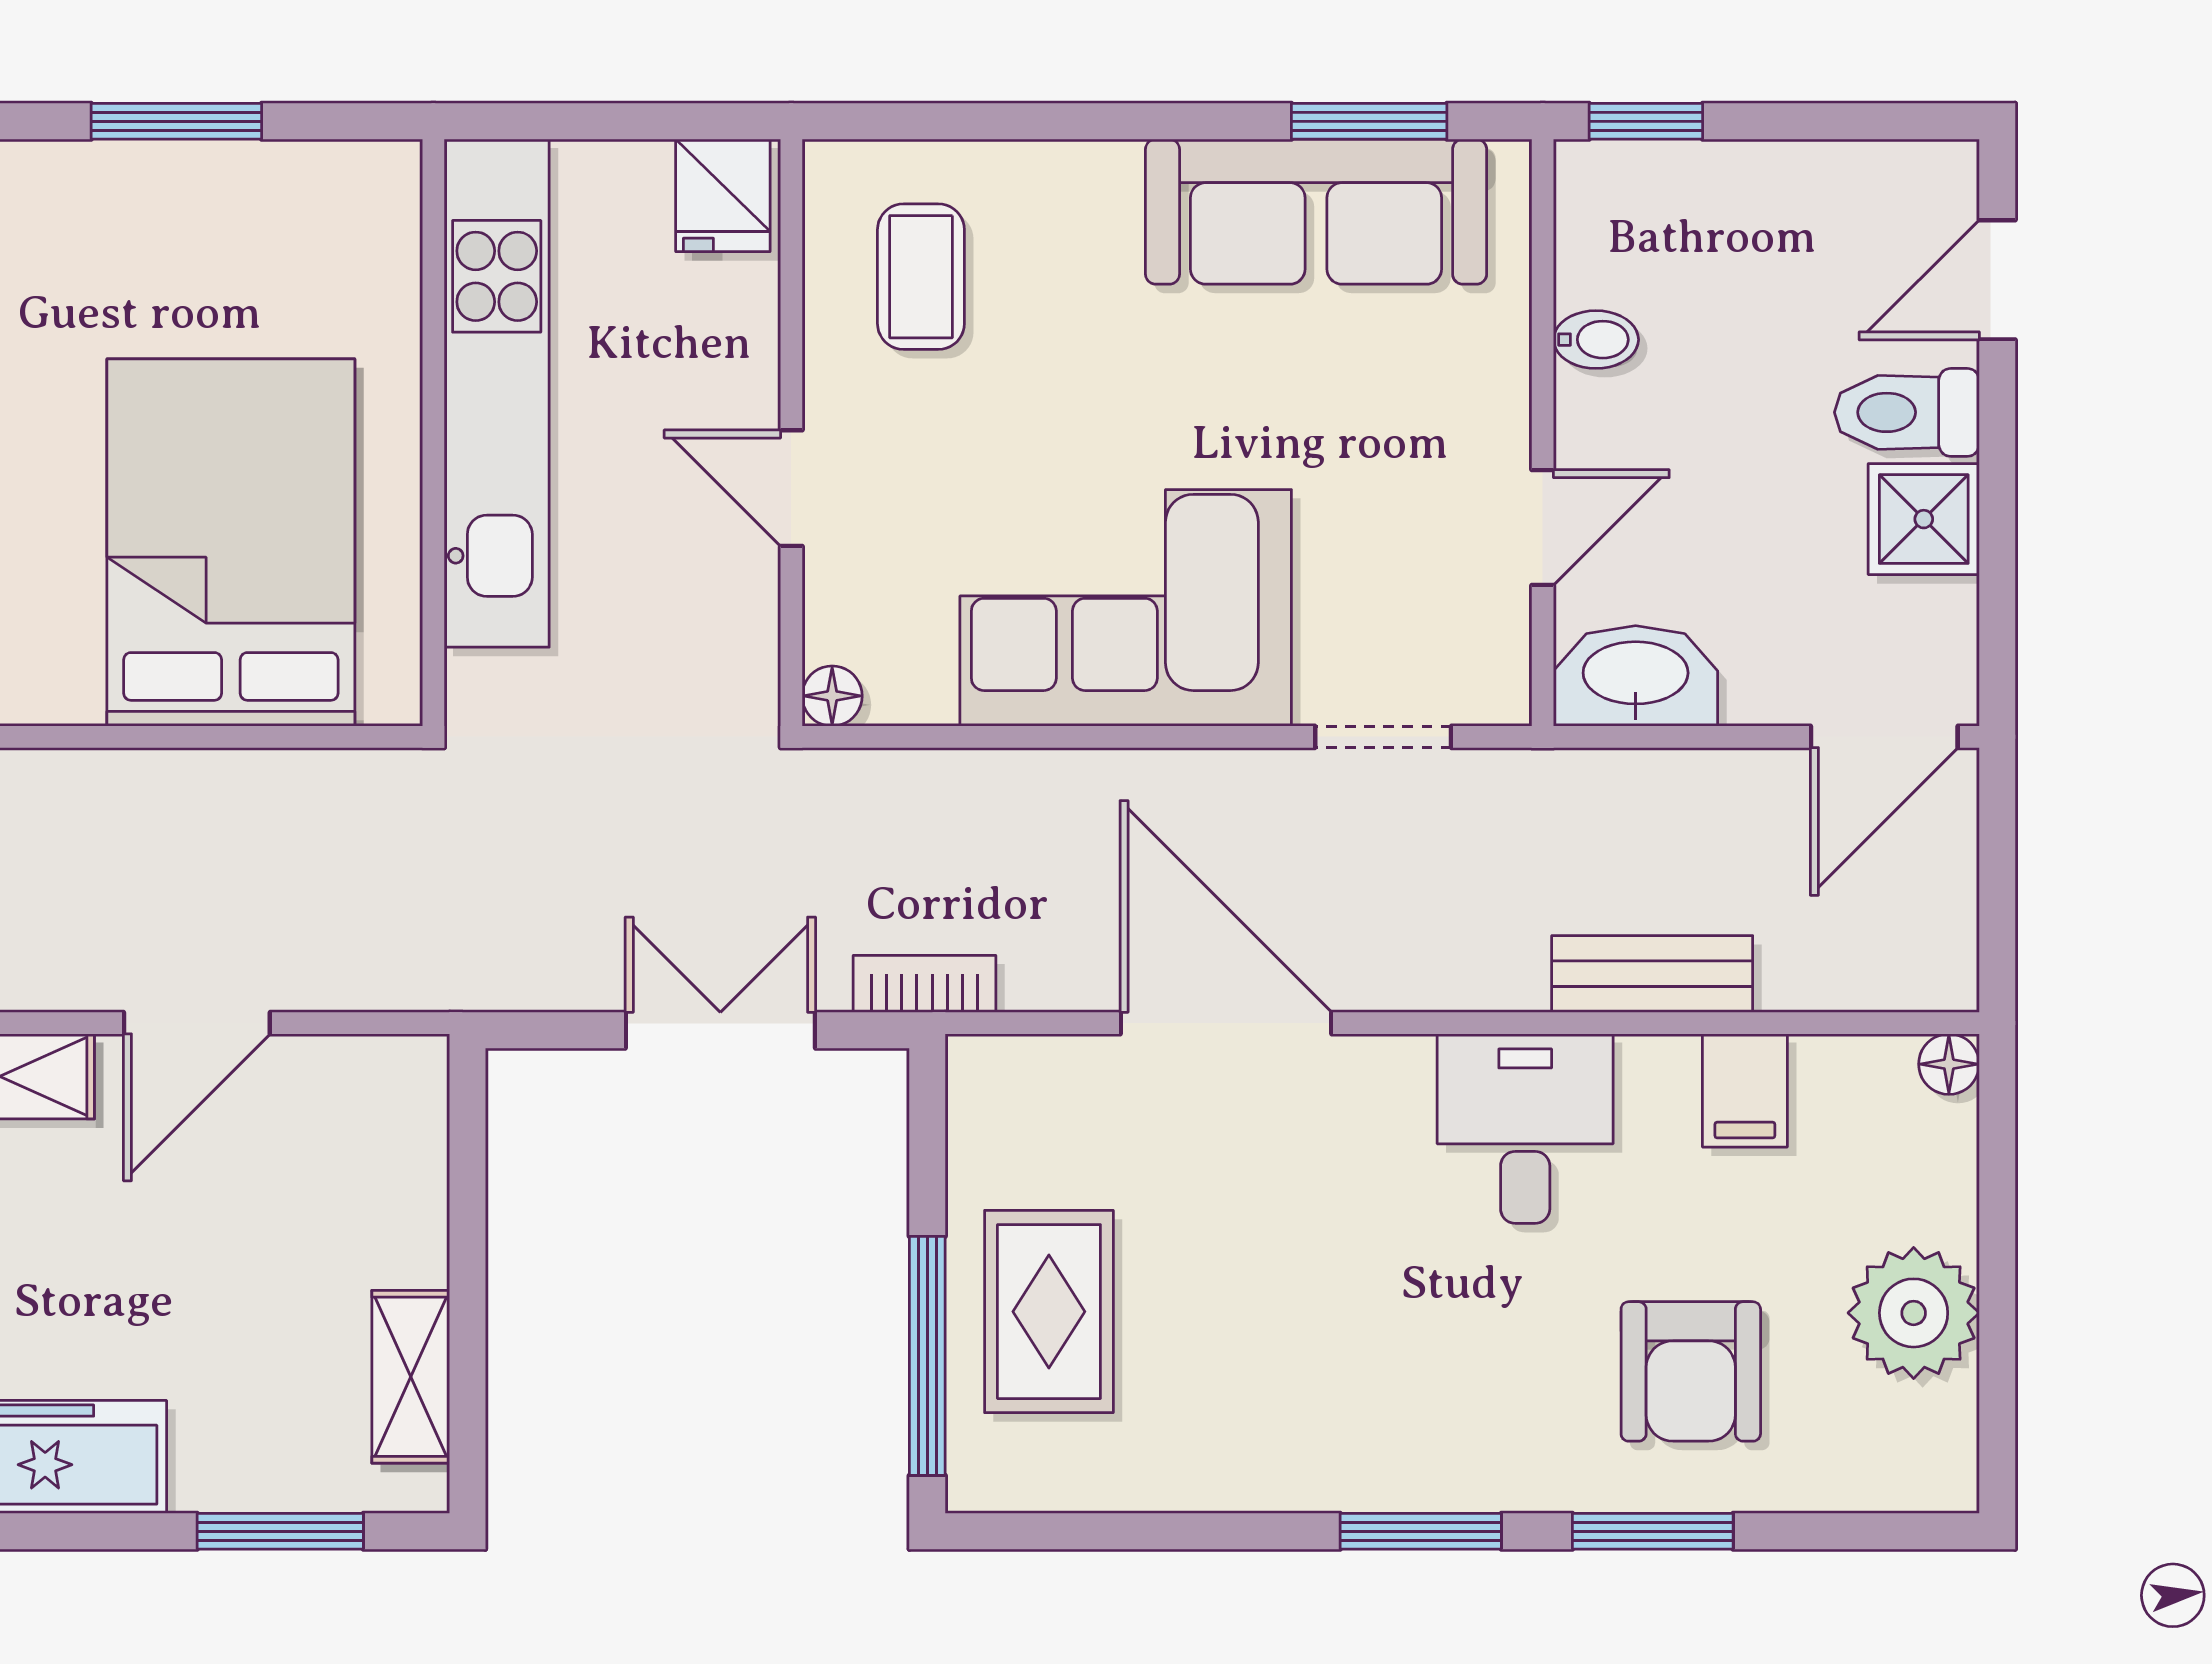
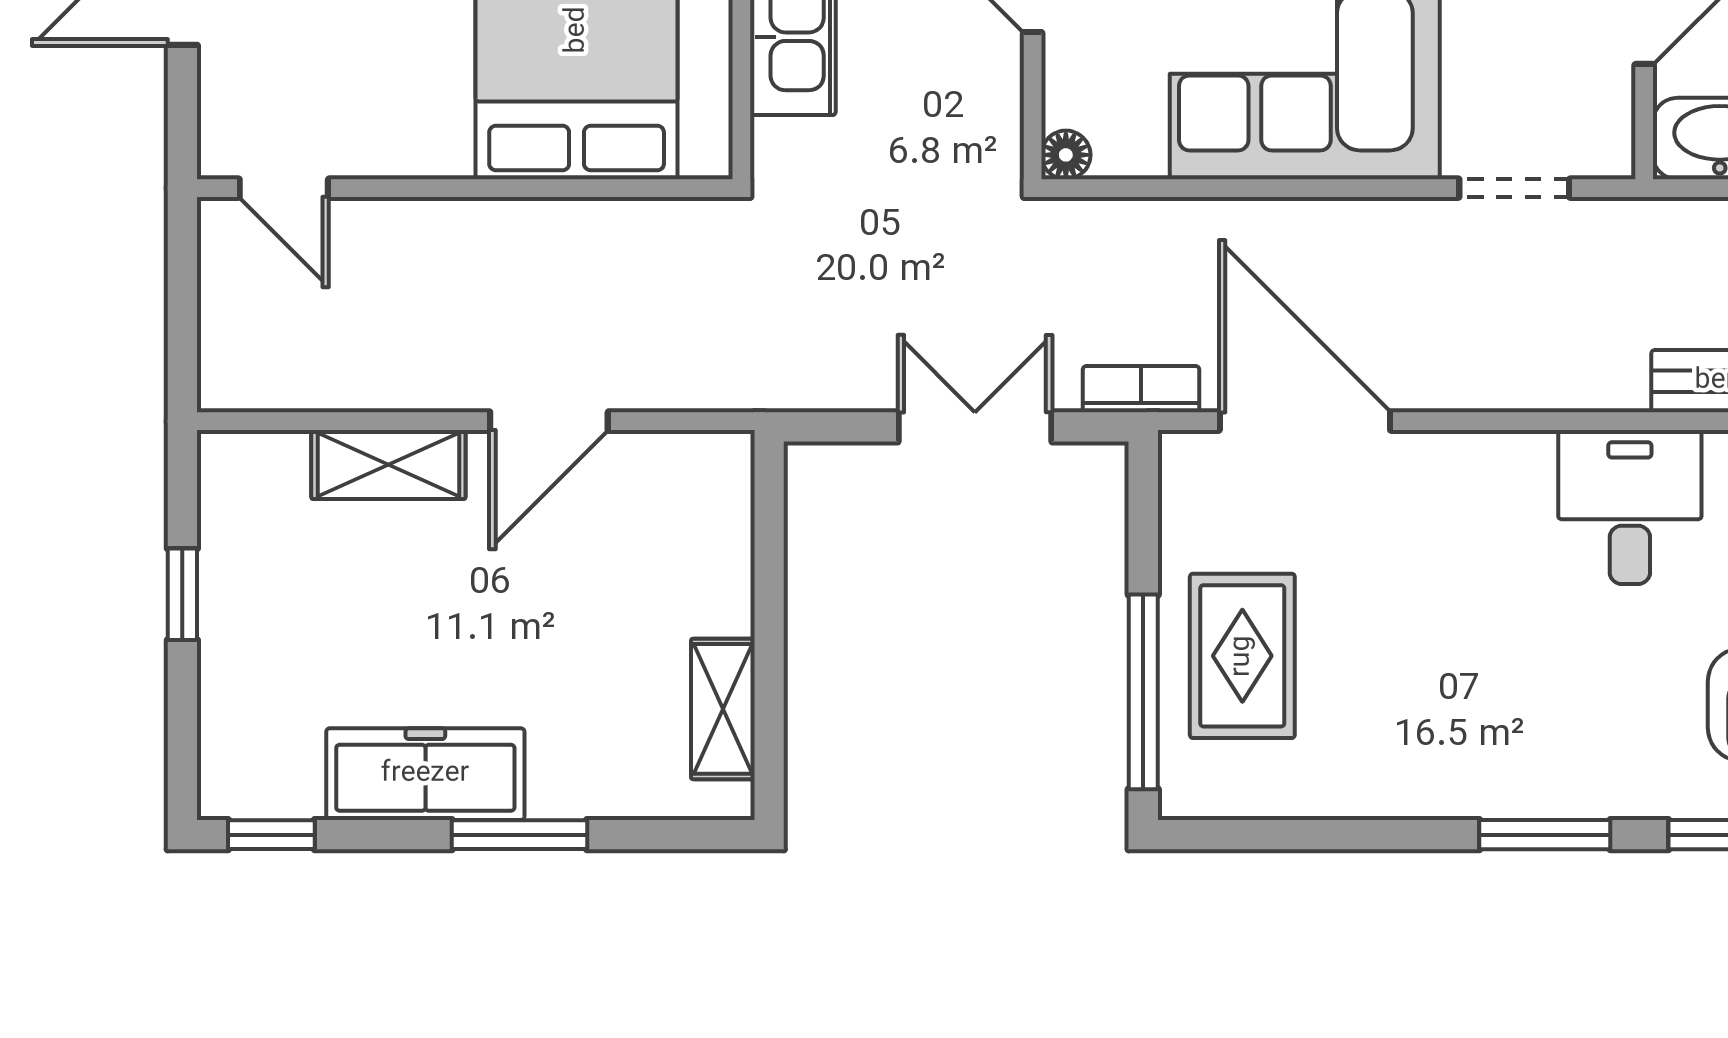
door: (1226, 1023) -> (1305, 421), moved
window: (280, 1531) -> (519, 835), moved

